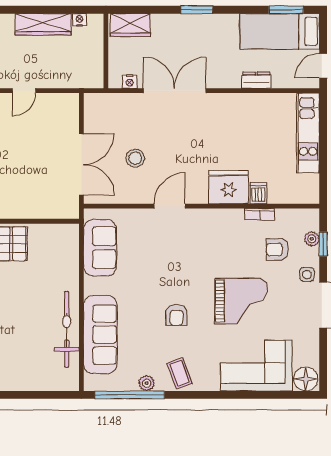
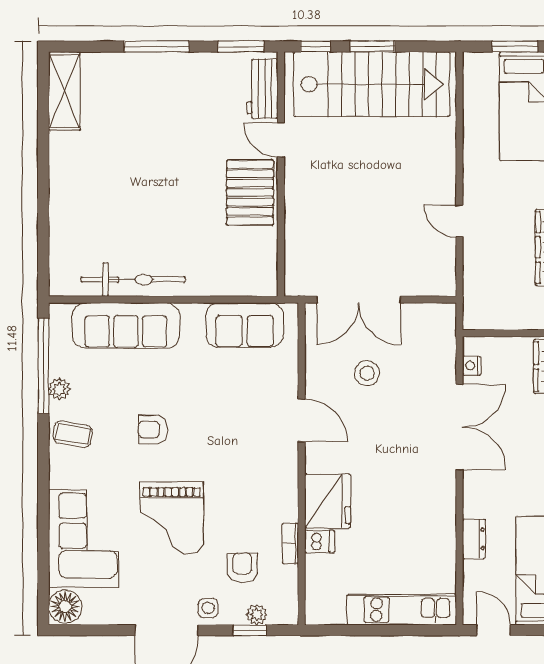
coffee table: (180, 373) -> (73, 434), turned 30

